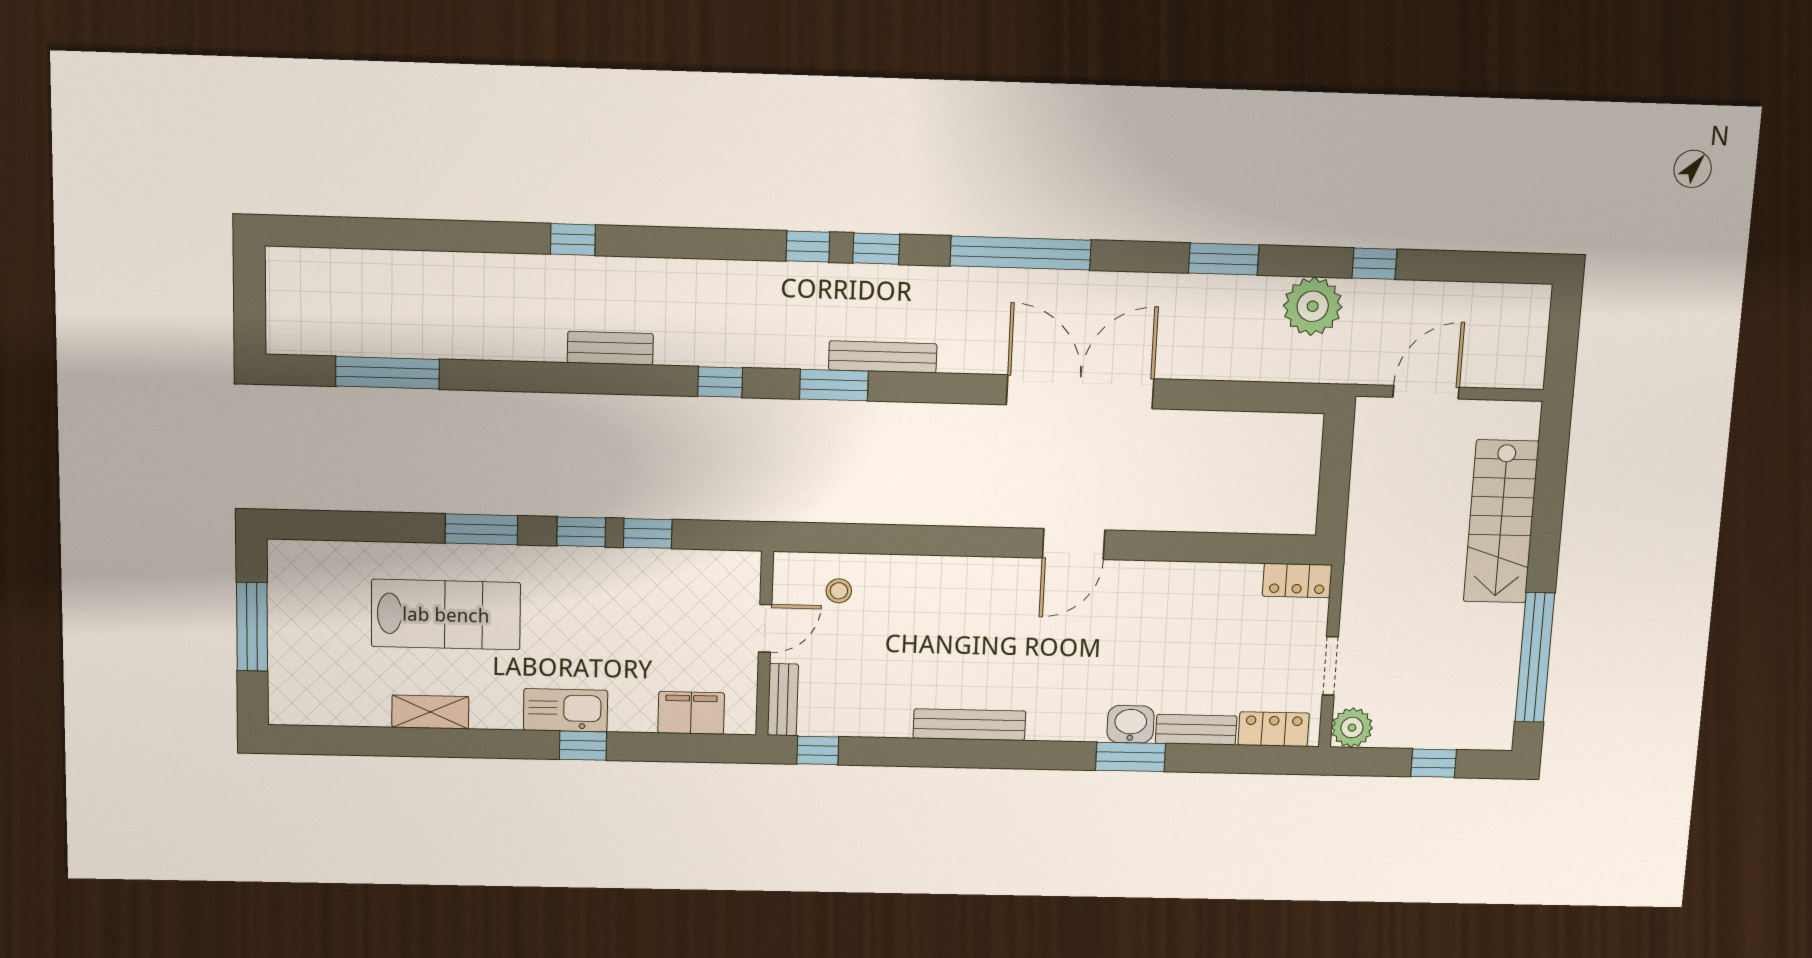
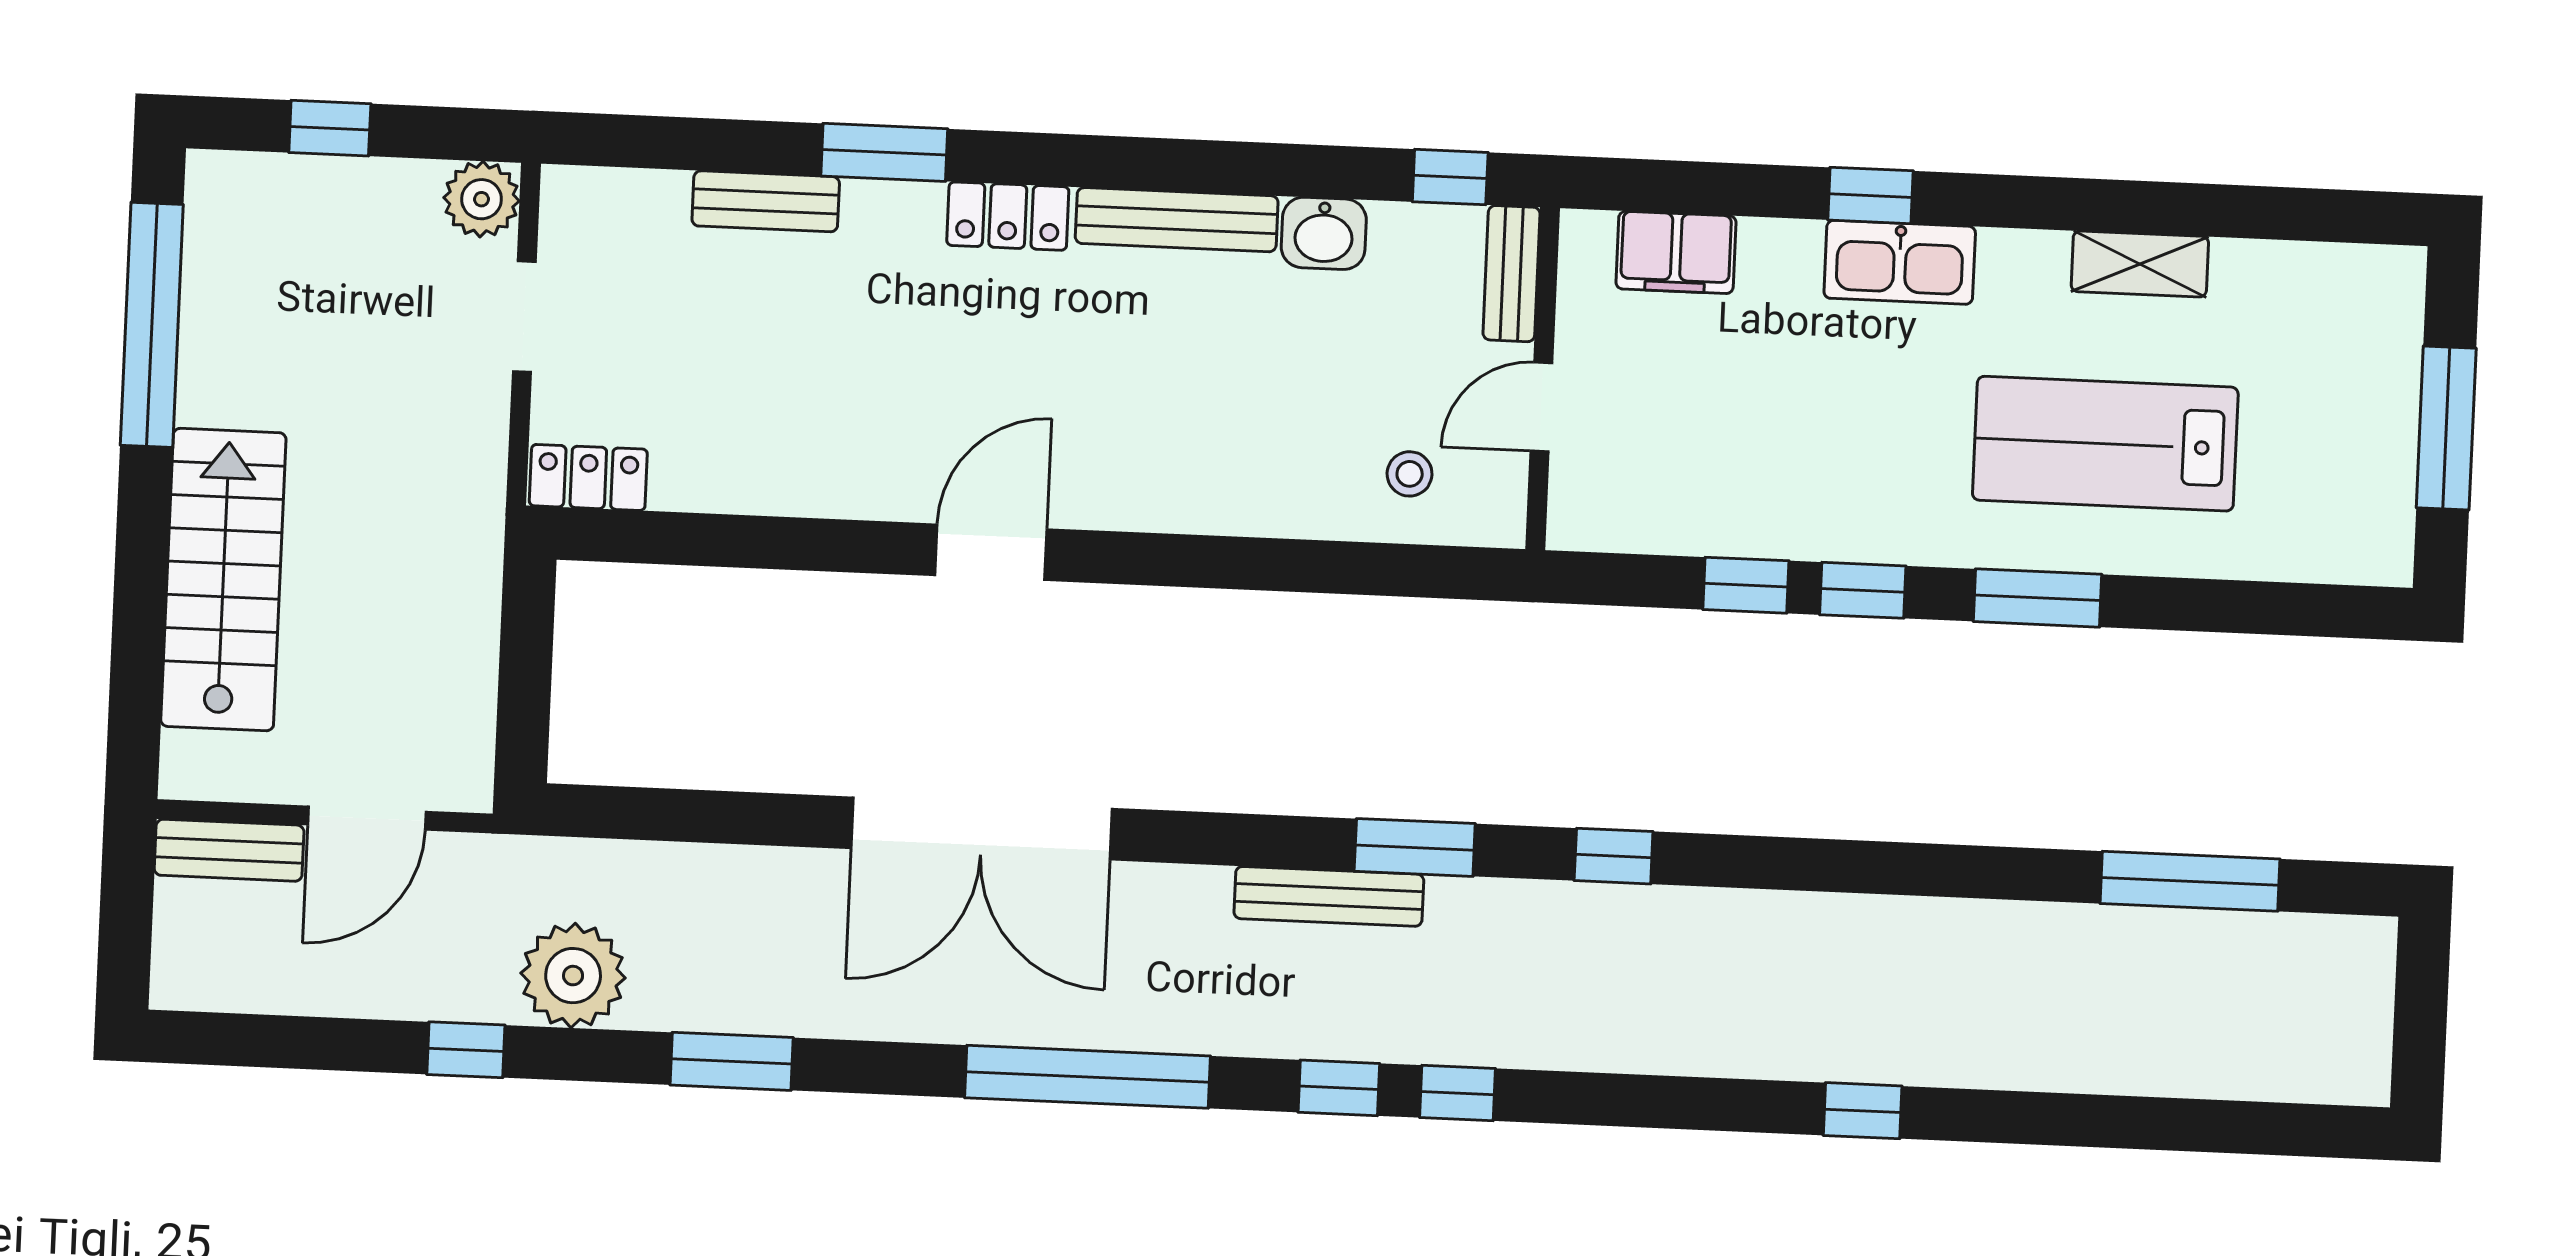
bench: (610, 348) -> (229, 850), moved
washbasin: (1131, 724) -> (1324, 233), moved
locker: (1274, 729) -> (1008, 216), moved

